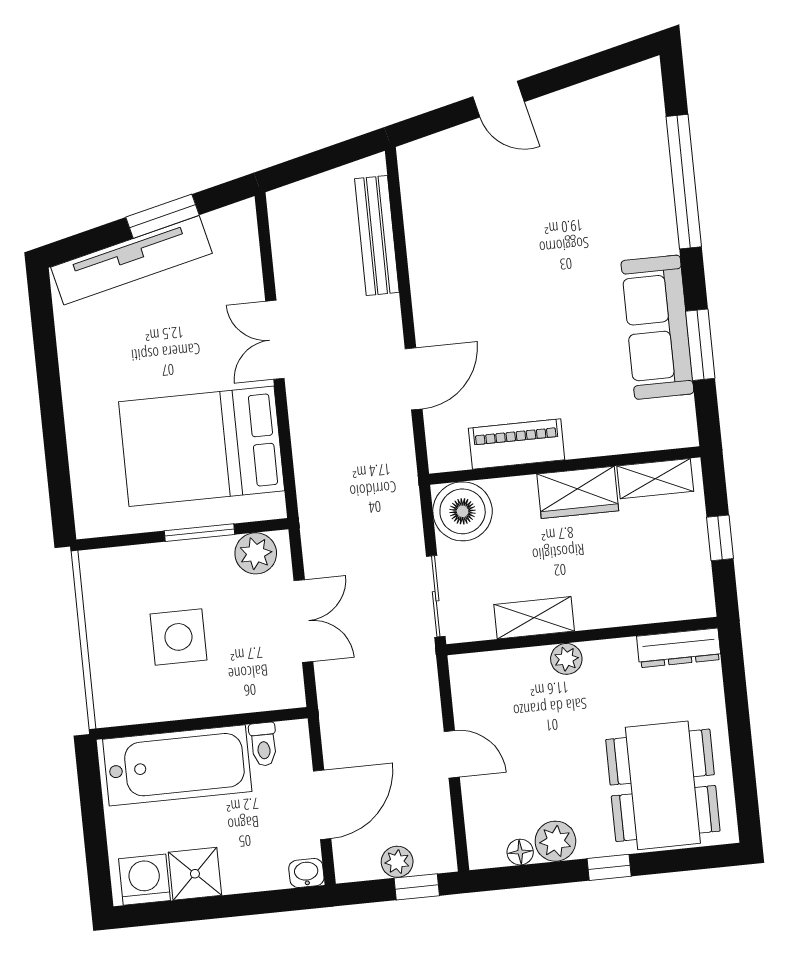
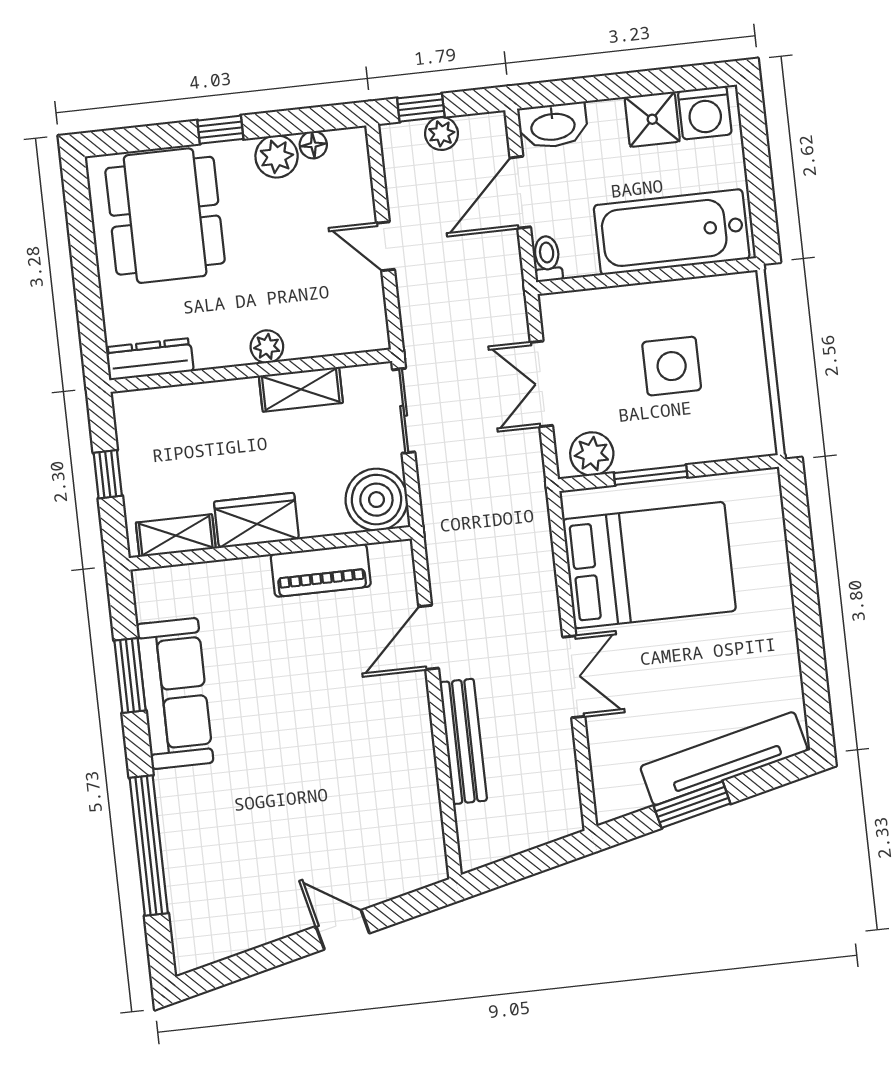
bench: (377, 236) -> (463, 741), moved
toilet: (263, 744) -> (547, 259), moved
washbasin: (306, 873) -> (553, 126), width x1.91, depth x1.45

